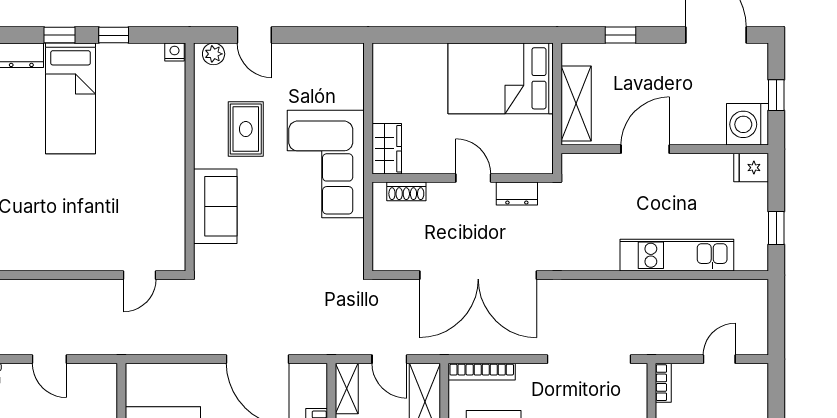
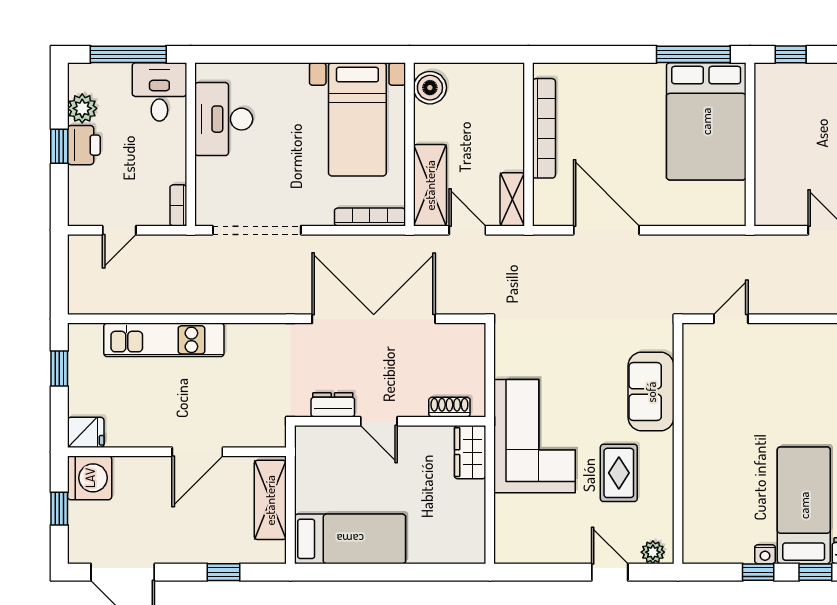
nightstand: (175, 52) -> (765, 554), moved
bed: (501, 78) -> (350, 539), width x0.67

